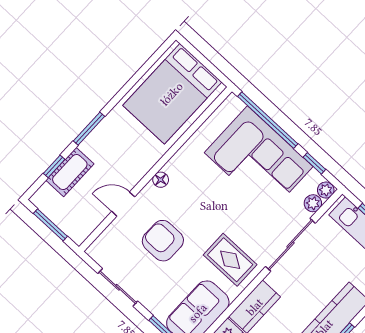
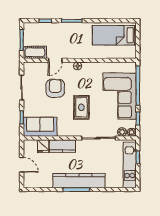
bed: (172, 94) -> (114, 35), width x0.67
cot: (70, 172) -> (35, 52), moved
door: (123, 204) -> (55, 60), swing flipped
rug: (230, 260) -> (81, 107), moved

